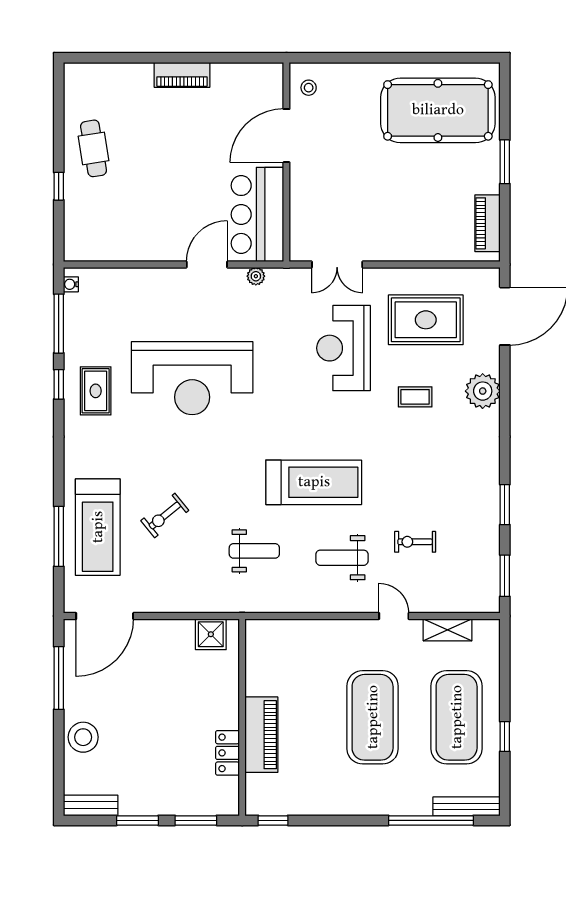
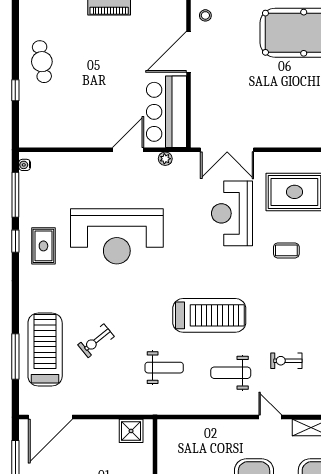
double door: (337, 264) -> (227, 150), width x1.37
treadmill: (98, 527) -> (45, 350), turned 180

